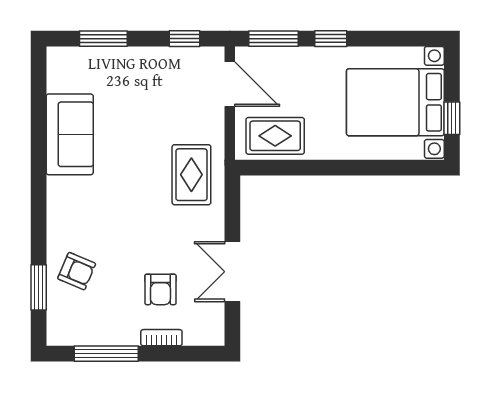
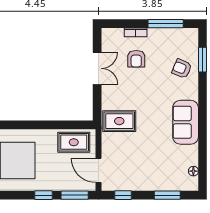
floor lamp: (55, 83) -> (193, 171), added
sofa: (70, 134) -> (186, 122), moved
rug: (191, 175) -> (119, 121), turned 90
armchair: (160, 289) -> (136, 59), turned 180

